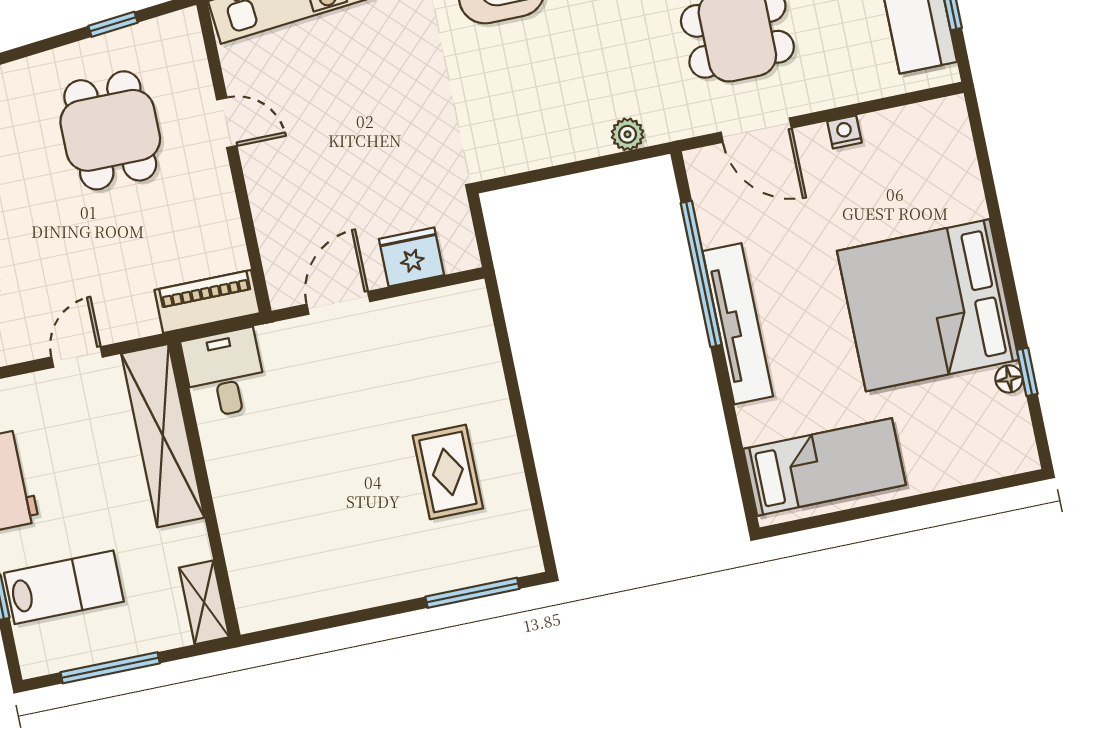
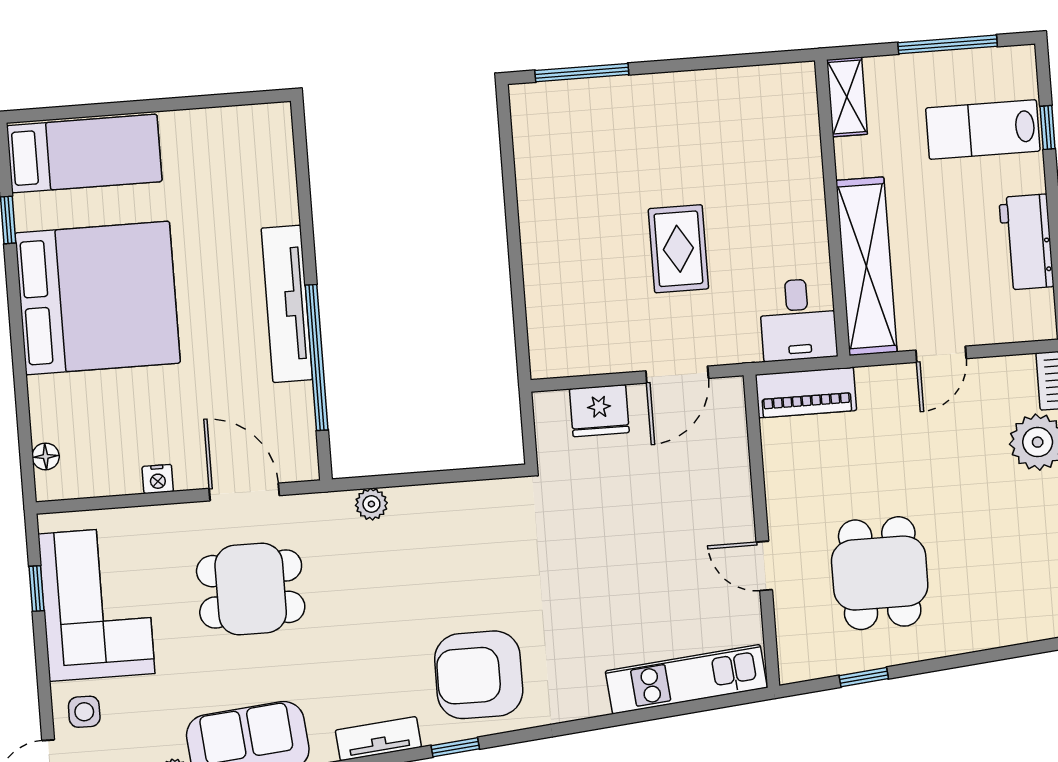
floor lamp: (1009, 379) -> (46, 456), moved
bed: (825, 467) -> (84, 154), moved, turned 180
rug: (448, 472) -> (678, 249), moved

